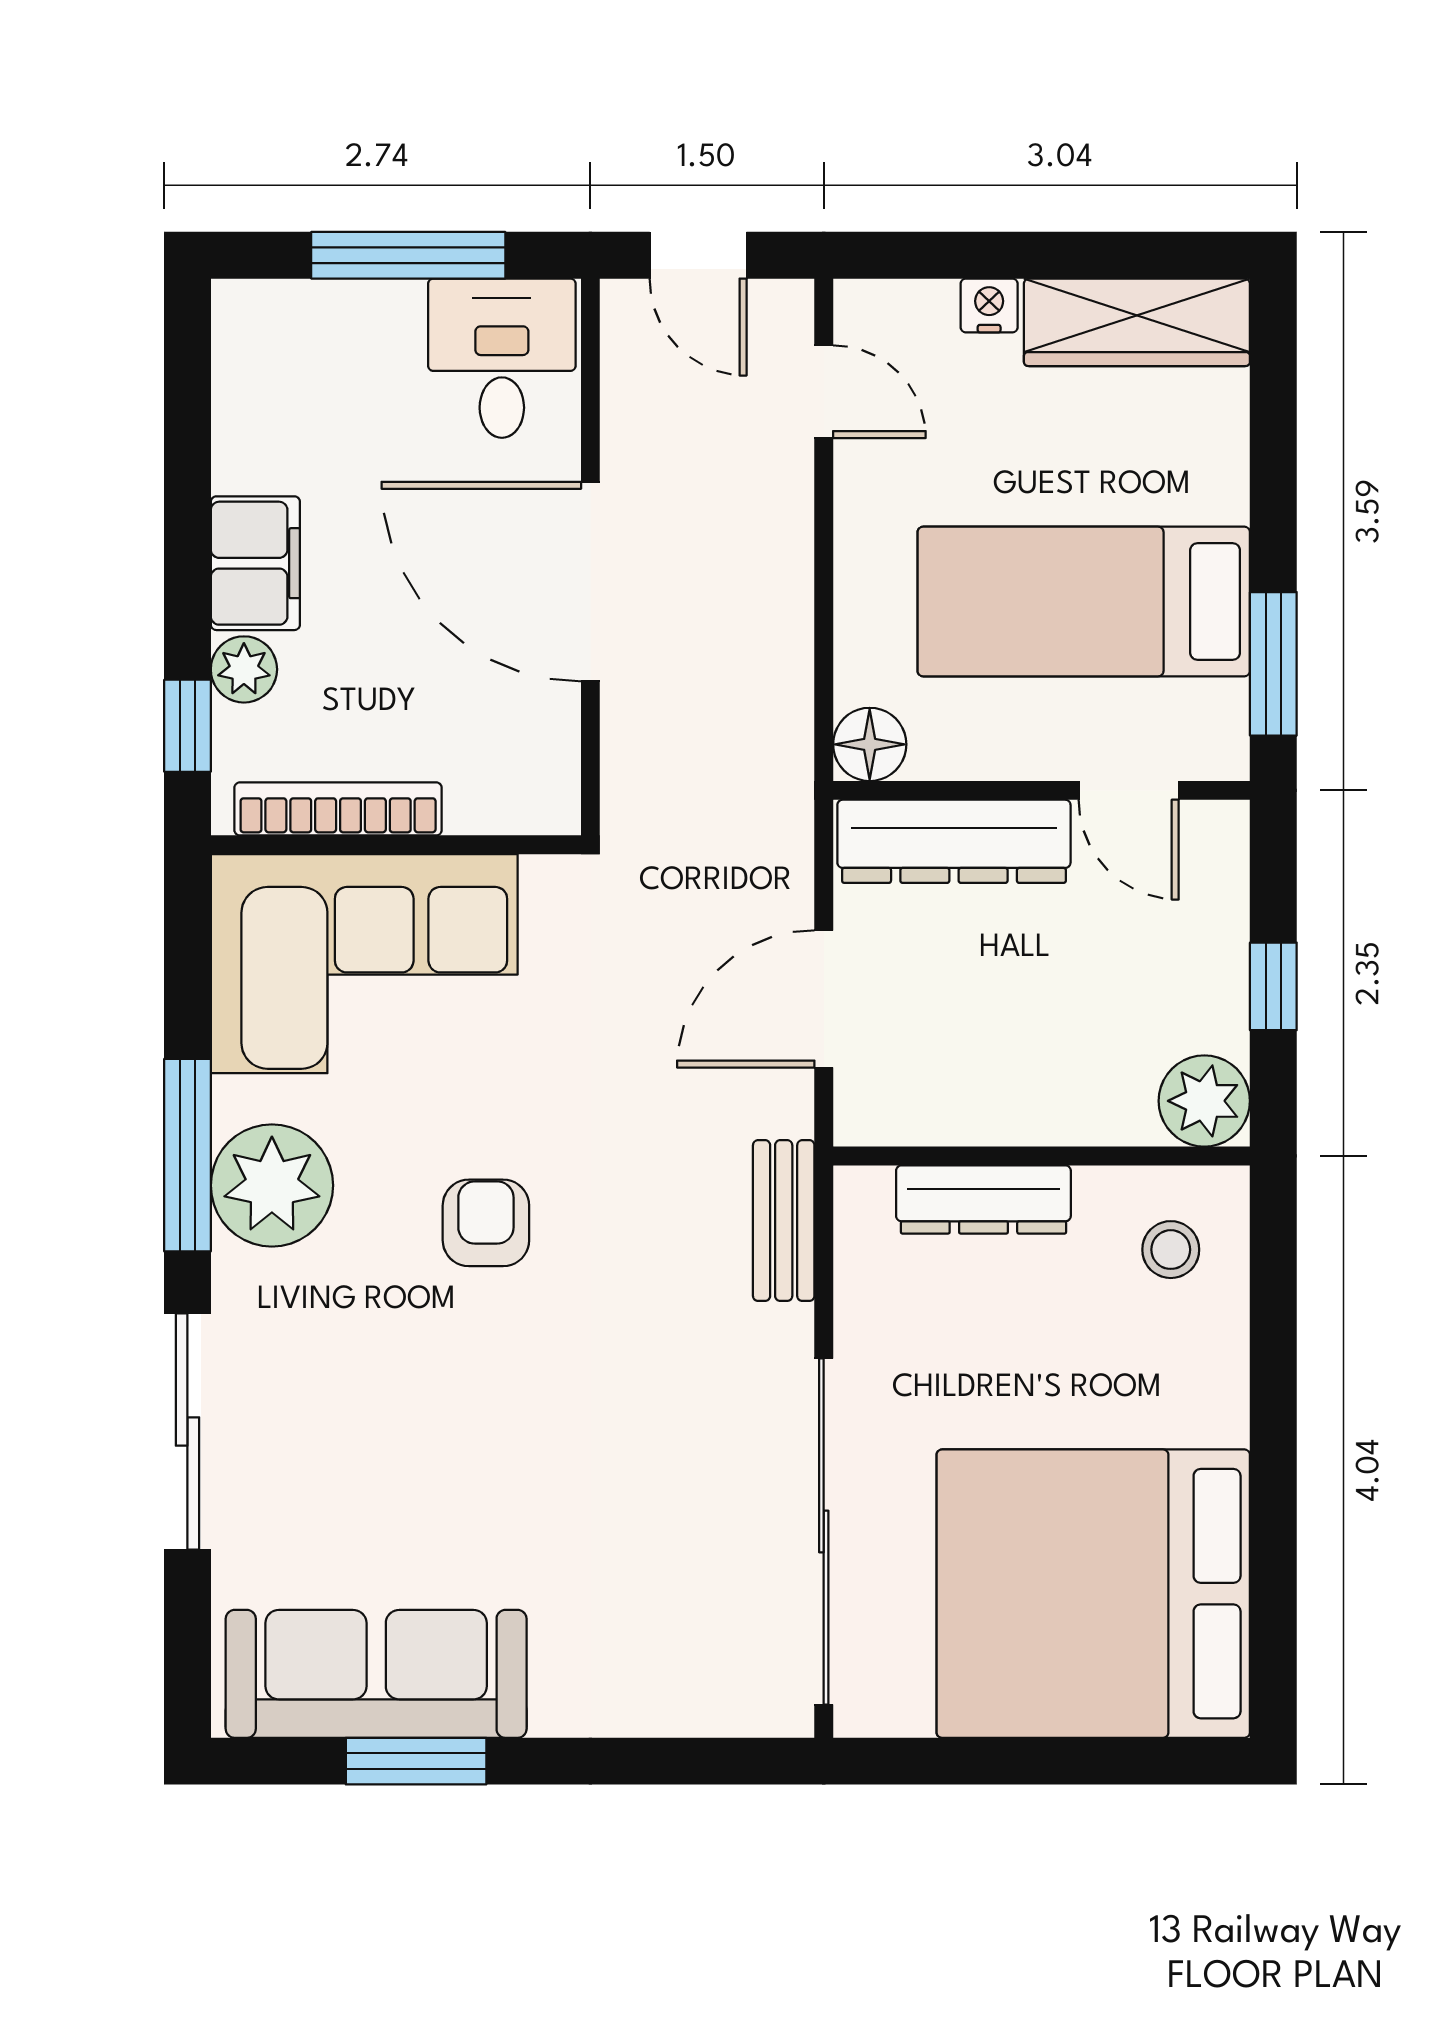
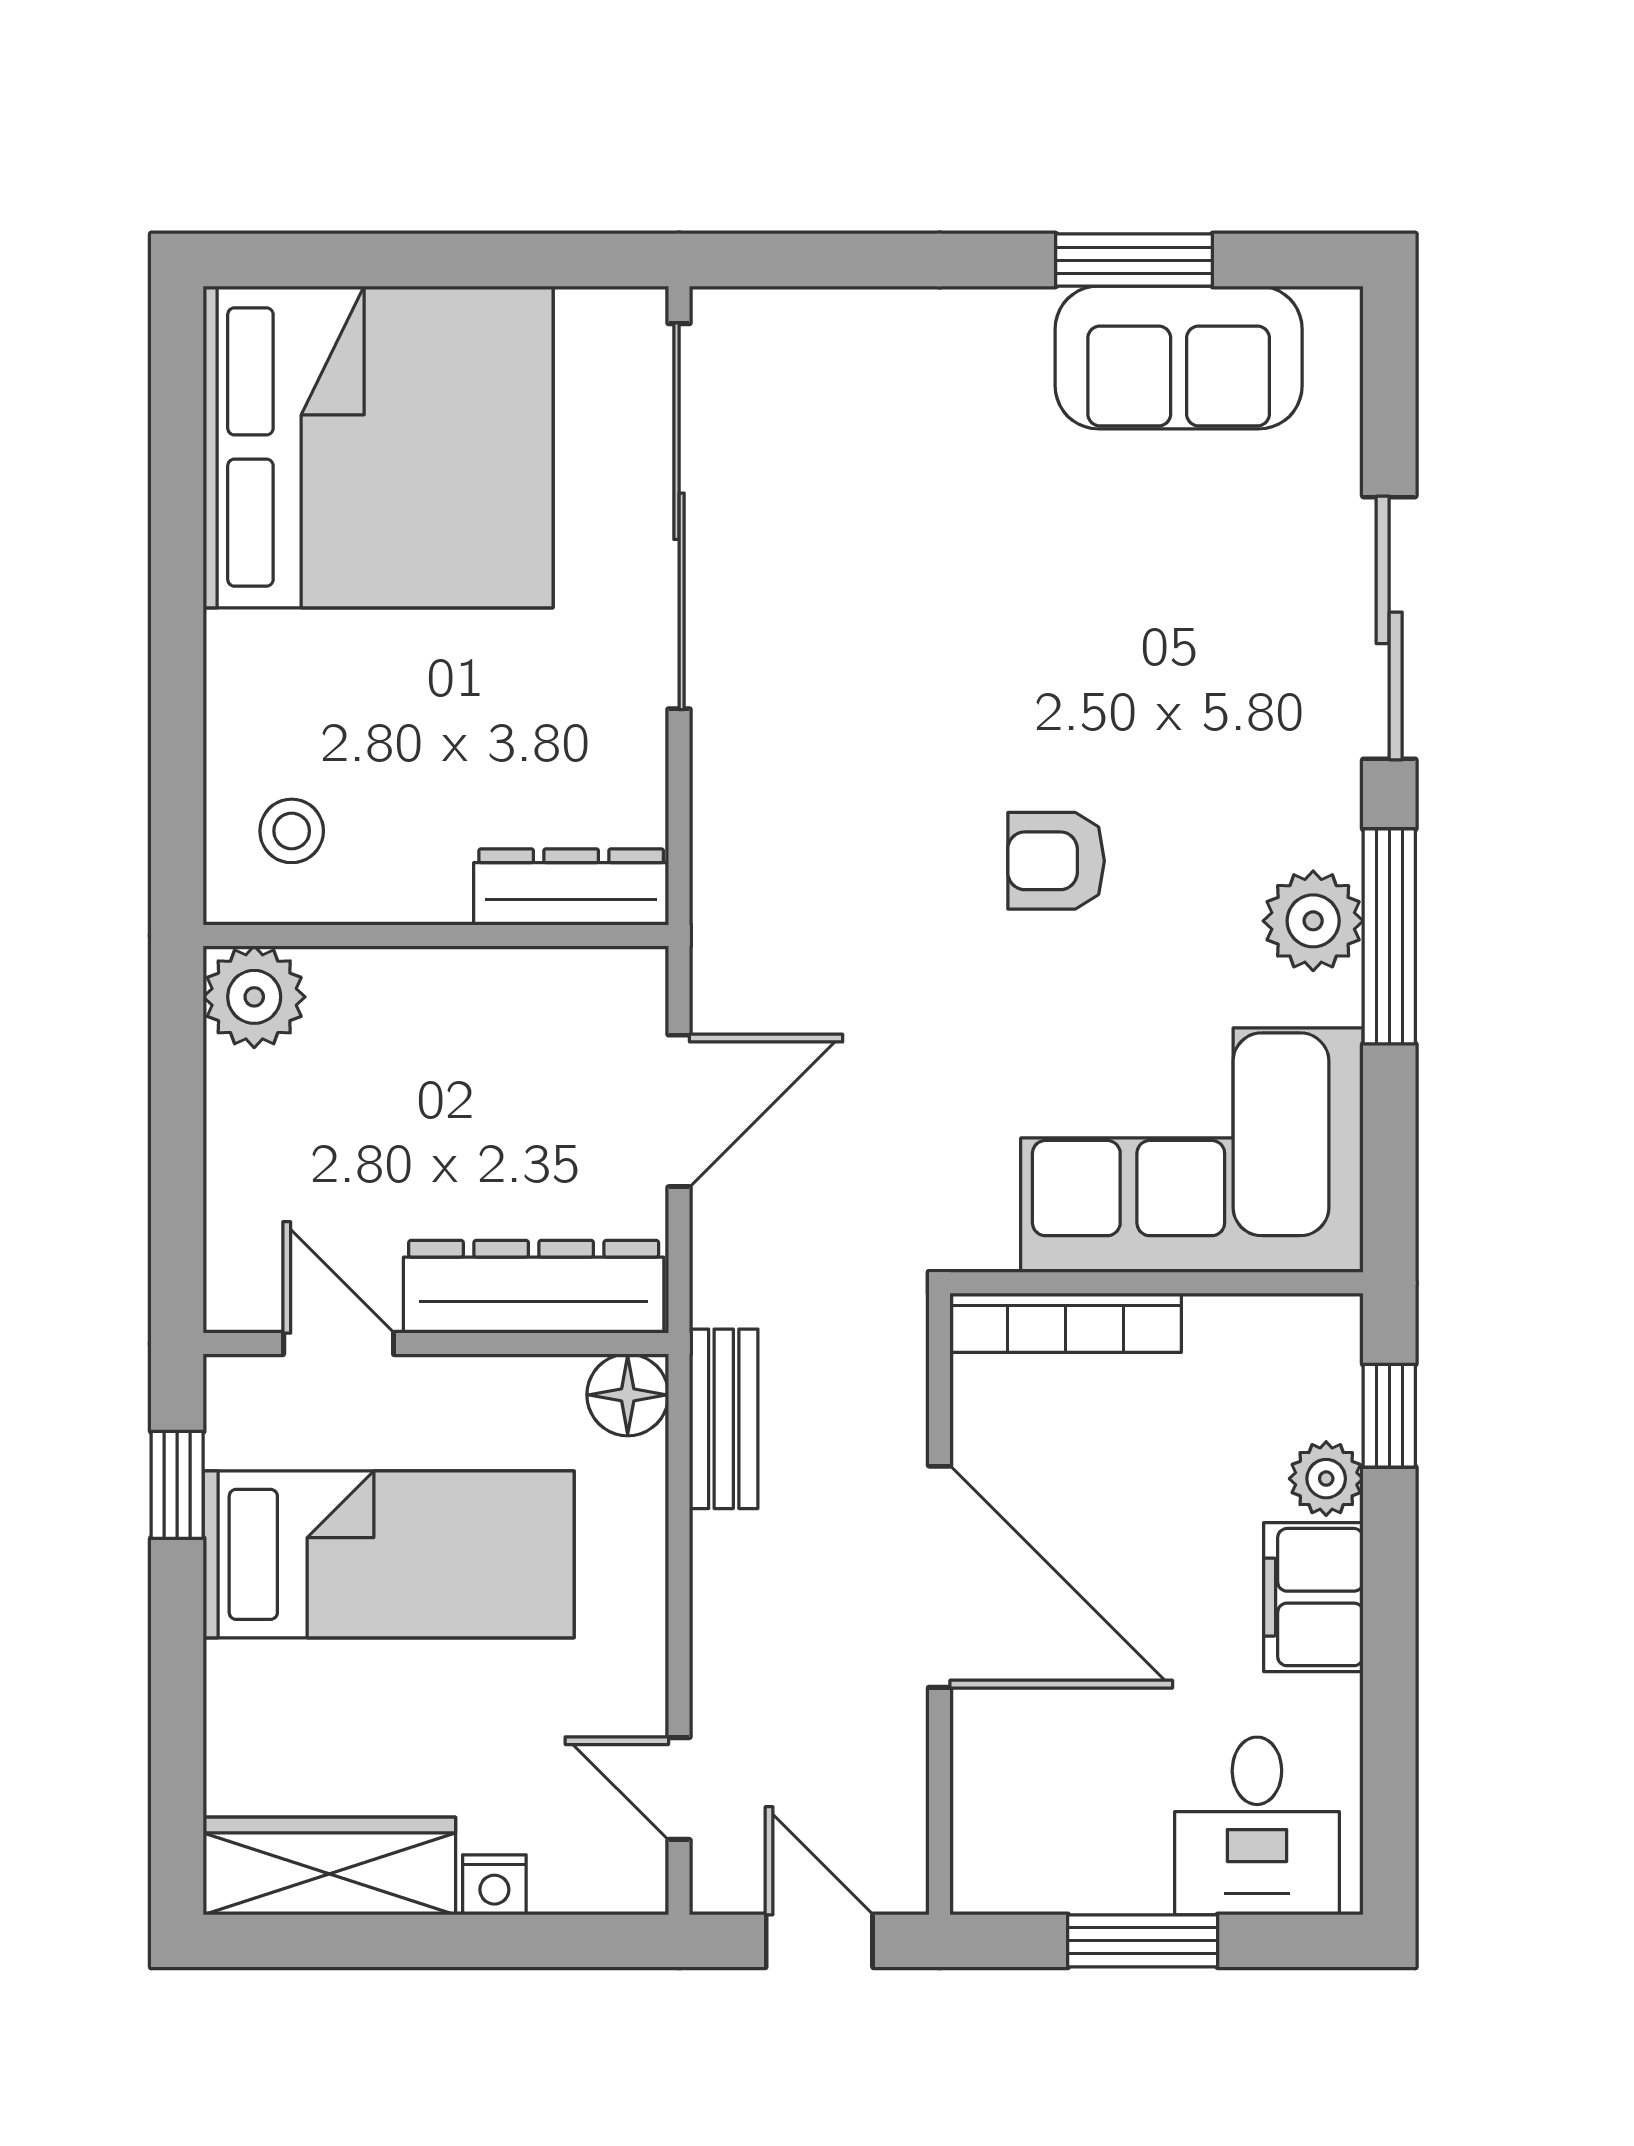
window: (408, 255) -> (1143, 1941), width x0.69
desk: (502, 358) -> (1257, 1826), moved
window: (1273, 664) -> (177, 1485), width x0.67
bookcase: (338, 809) -> (1066, 1323), moved
window: (1273, 986) -> (177, 1125), removed
plant: (272, 1185) -> (1313, 921), width x0.73, depth x0.73
dresser: (983, 1199) -> (571, 887), moved
bench: (784, 1221) -> (724, 1419), moved
armchair: (486, 1223) -> (1056, 861), turned 90
sofa: (376, 1674) -> (1179, 357), width x0.73

